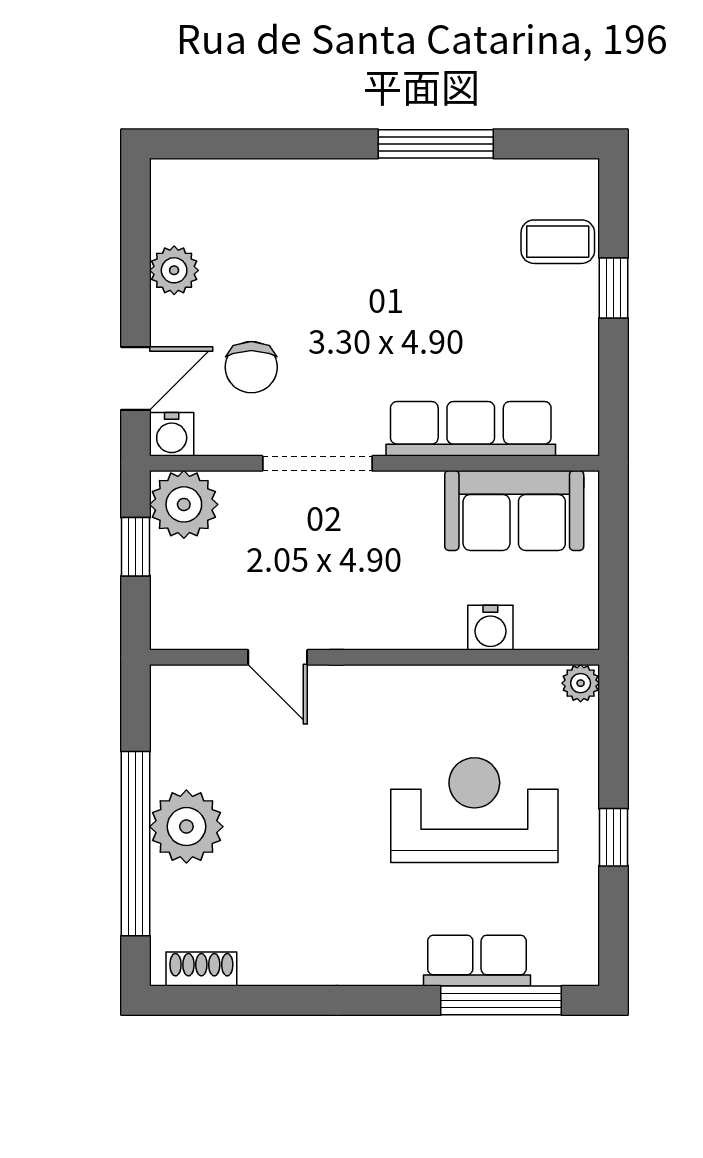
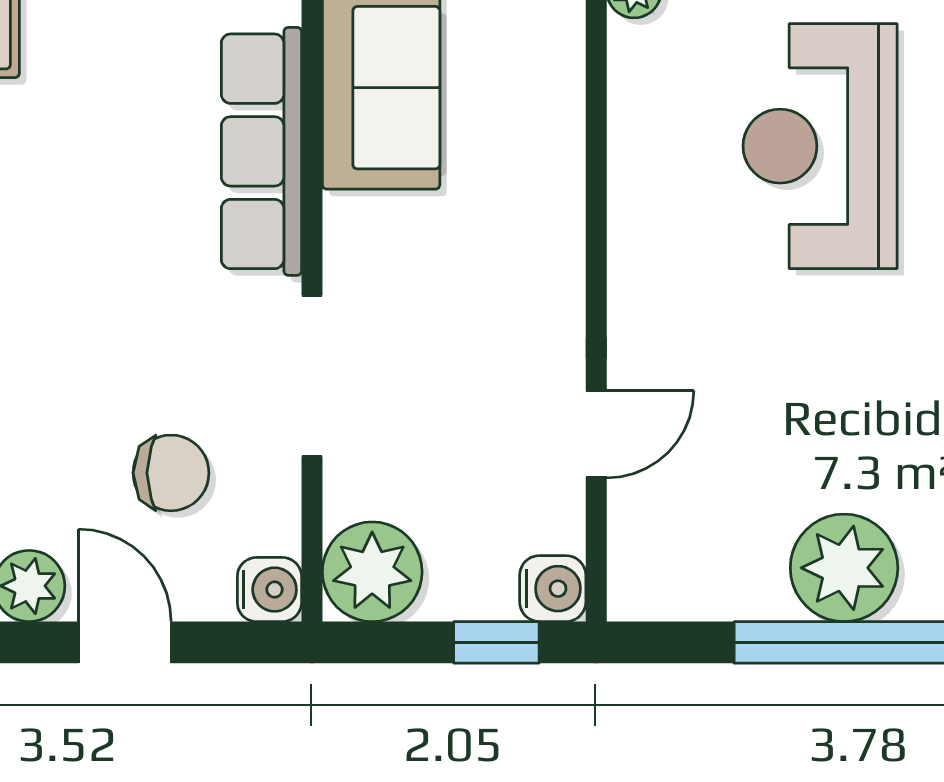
door: (136, 378) -> (125, 642), moved
window: (136, 547) -> (496, 642), moved
water cooler: (490, 628) -> (553, 589), moved

